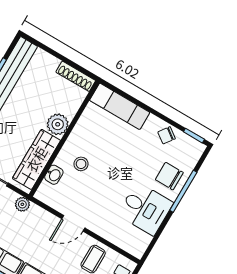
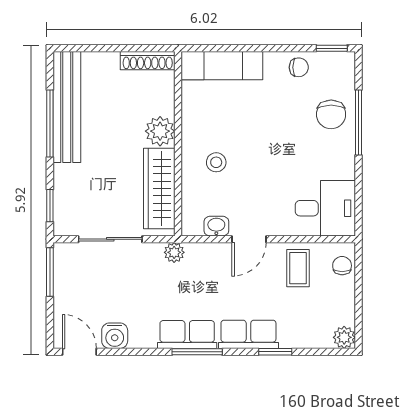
chair: (167, 135) -> (299, 67), turned -126
washbasin: (54, 175) -> (216, 226), moved, turned -90
chair: (169, 176) -> (331, 114), turned -90
desk: (145, 209) -> (325, 208), moved

